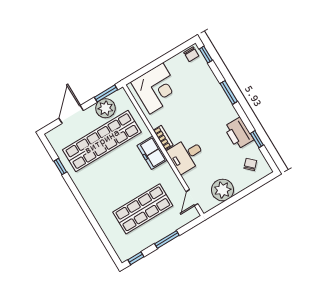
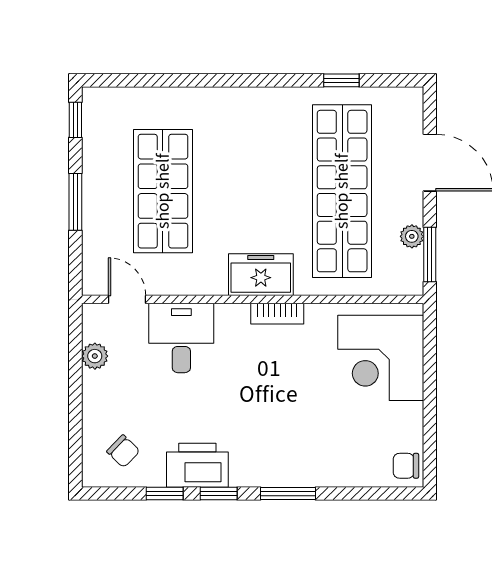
window: (206, 55) -> (219, 493), moved
plant: (105, 108) -> (412, 236), width x0.53, depth x0.53
desk: (186, 155) -> (181, 338), moved
plant: (223, 190) -> (95, 356), width x0.53, depth x0.53

